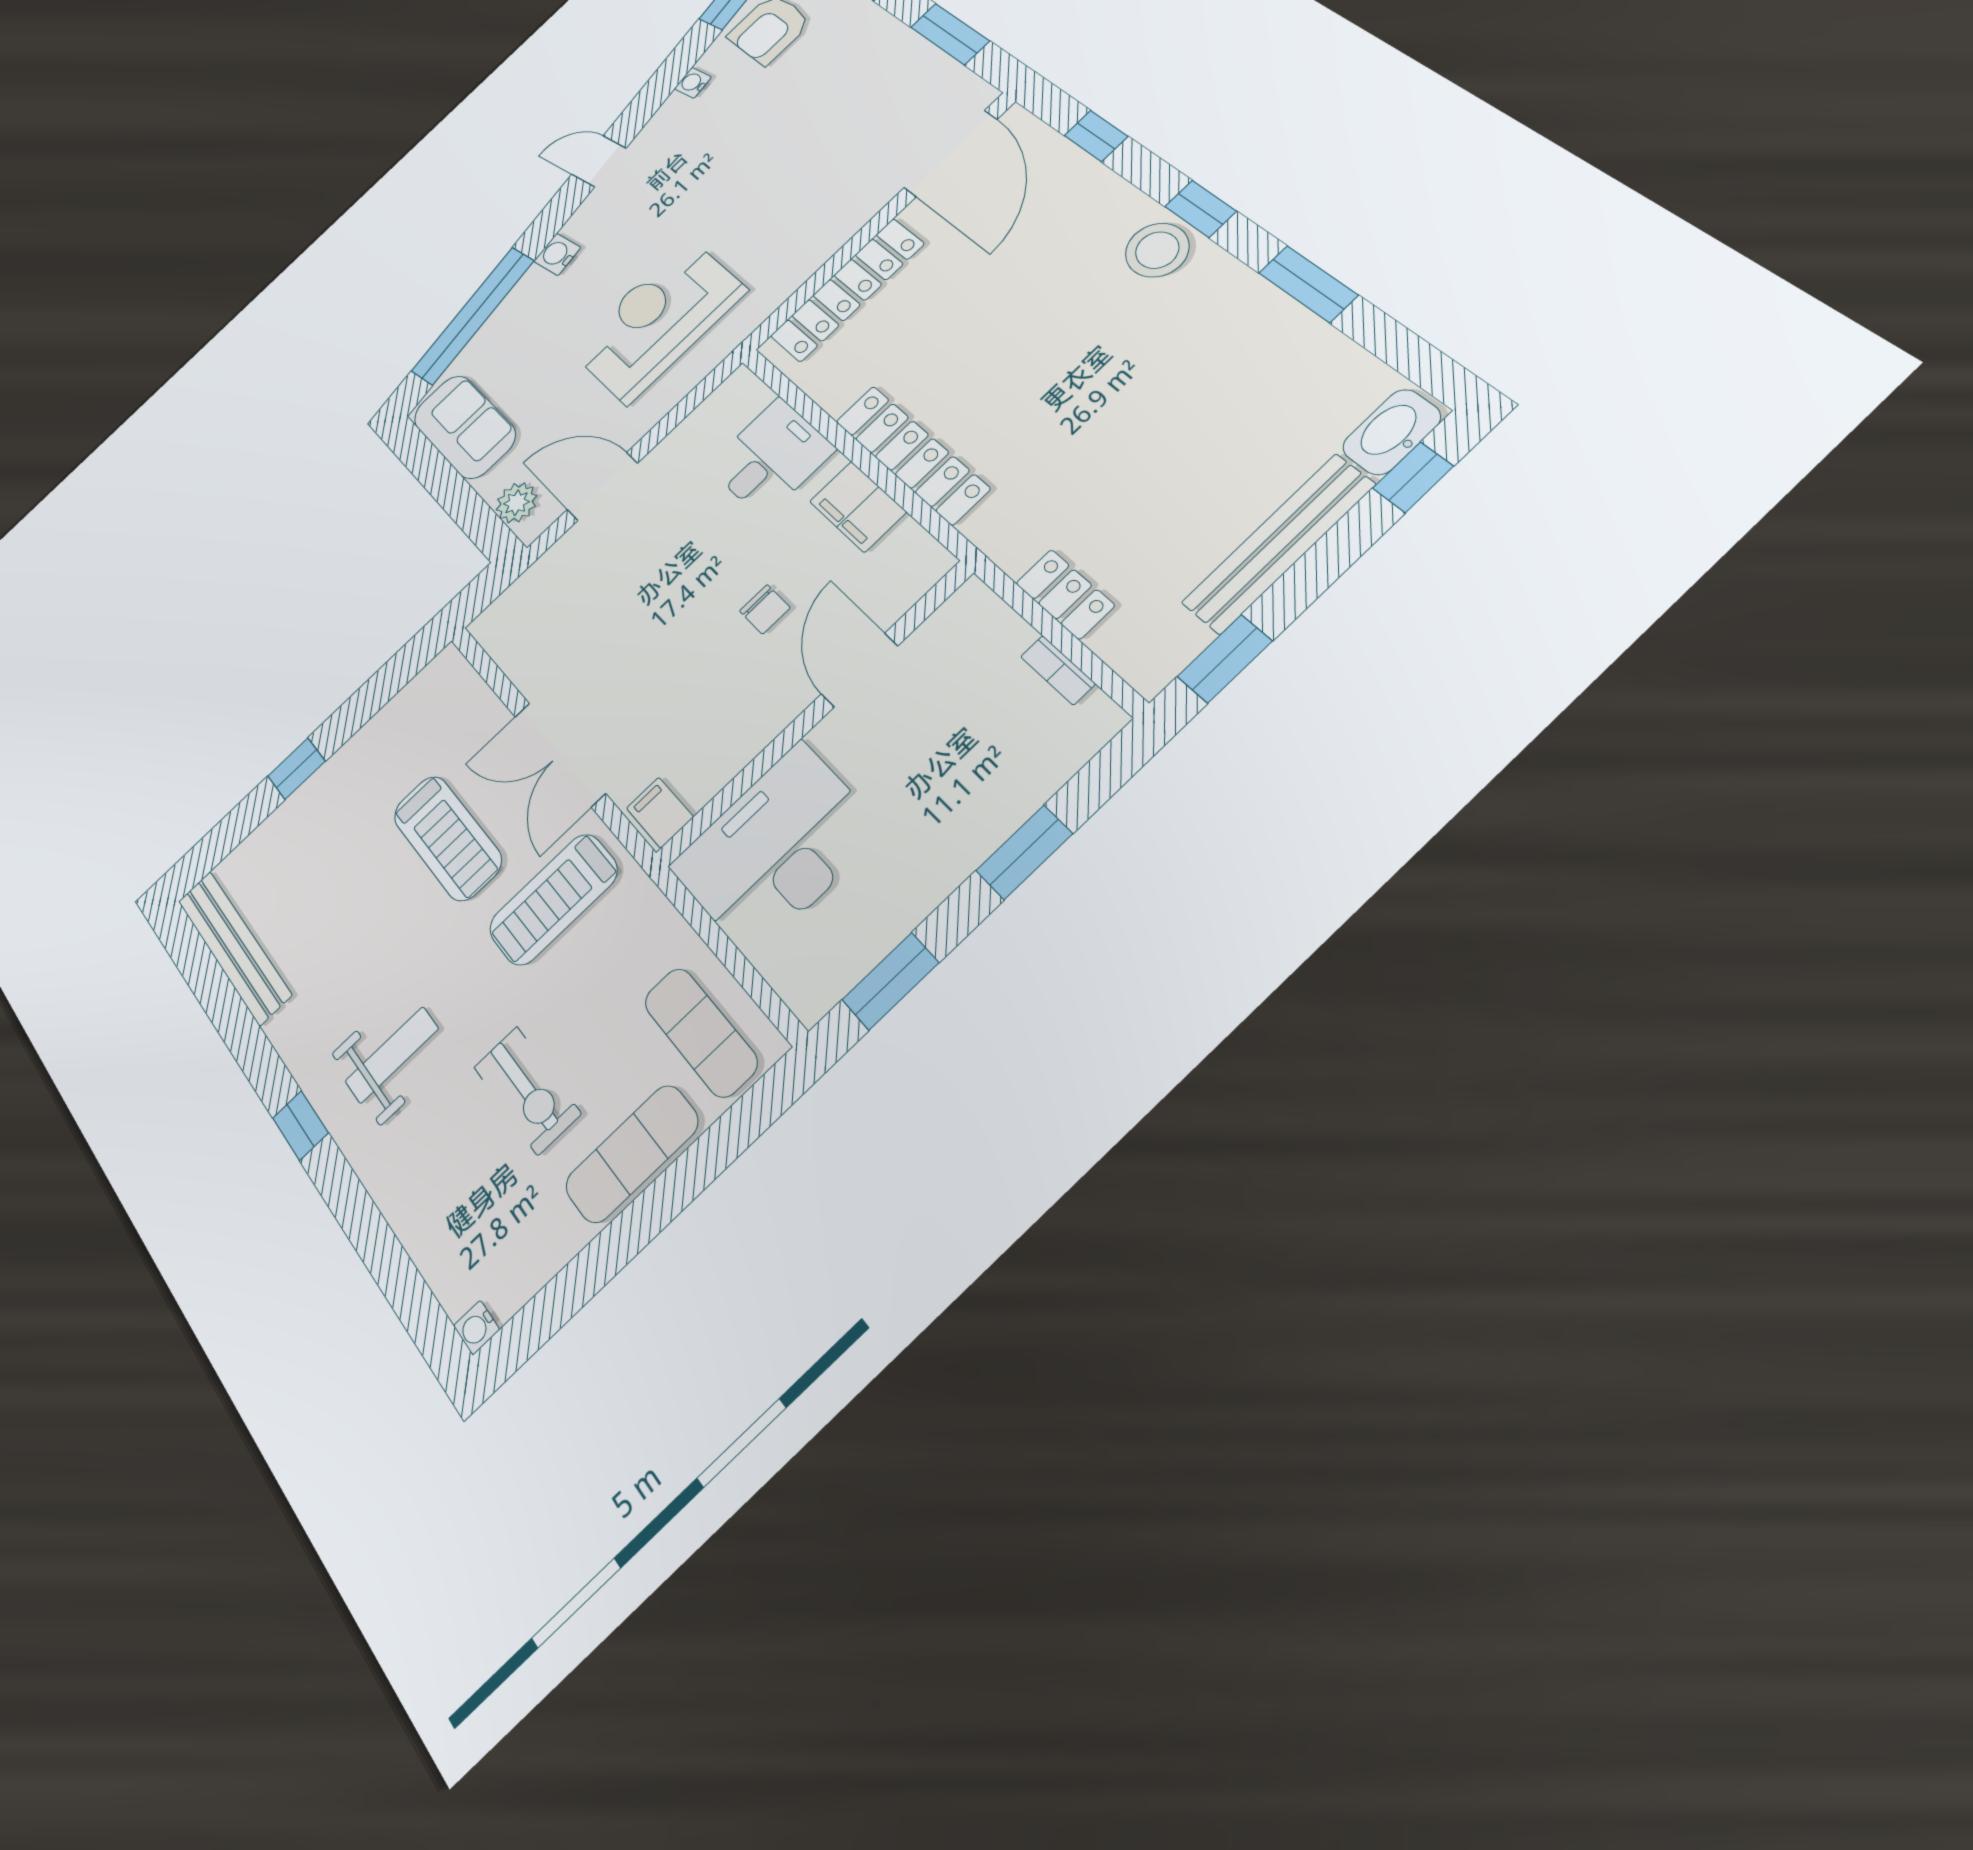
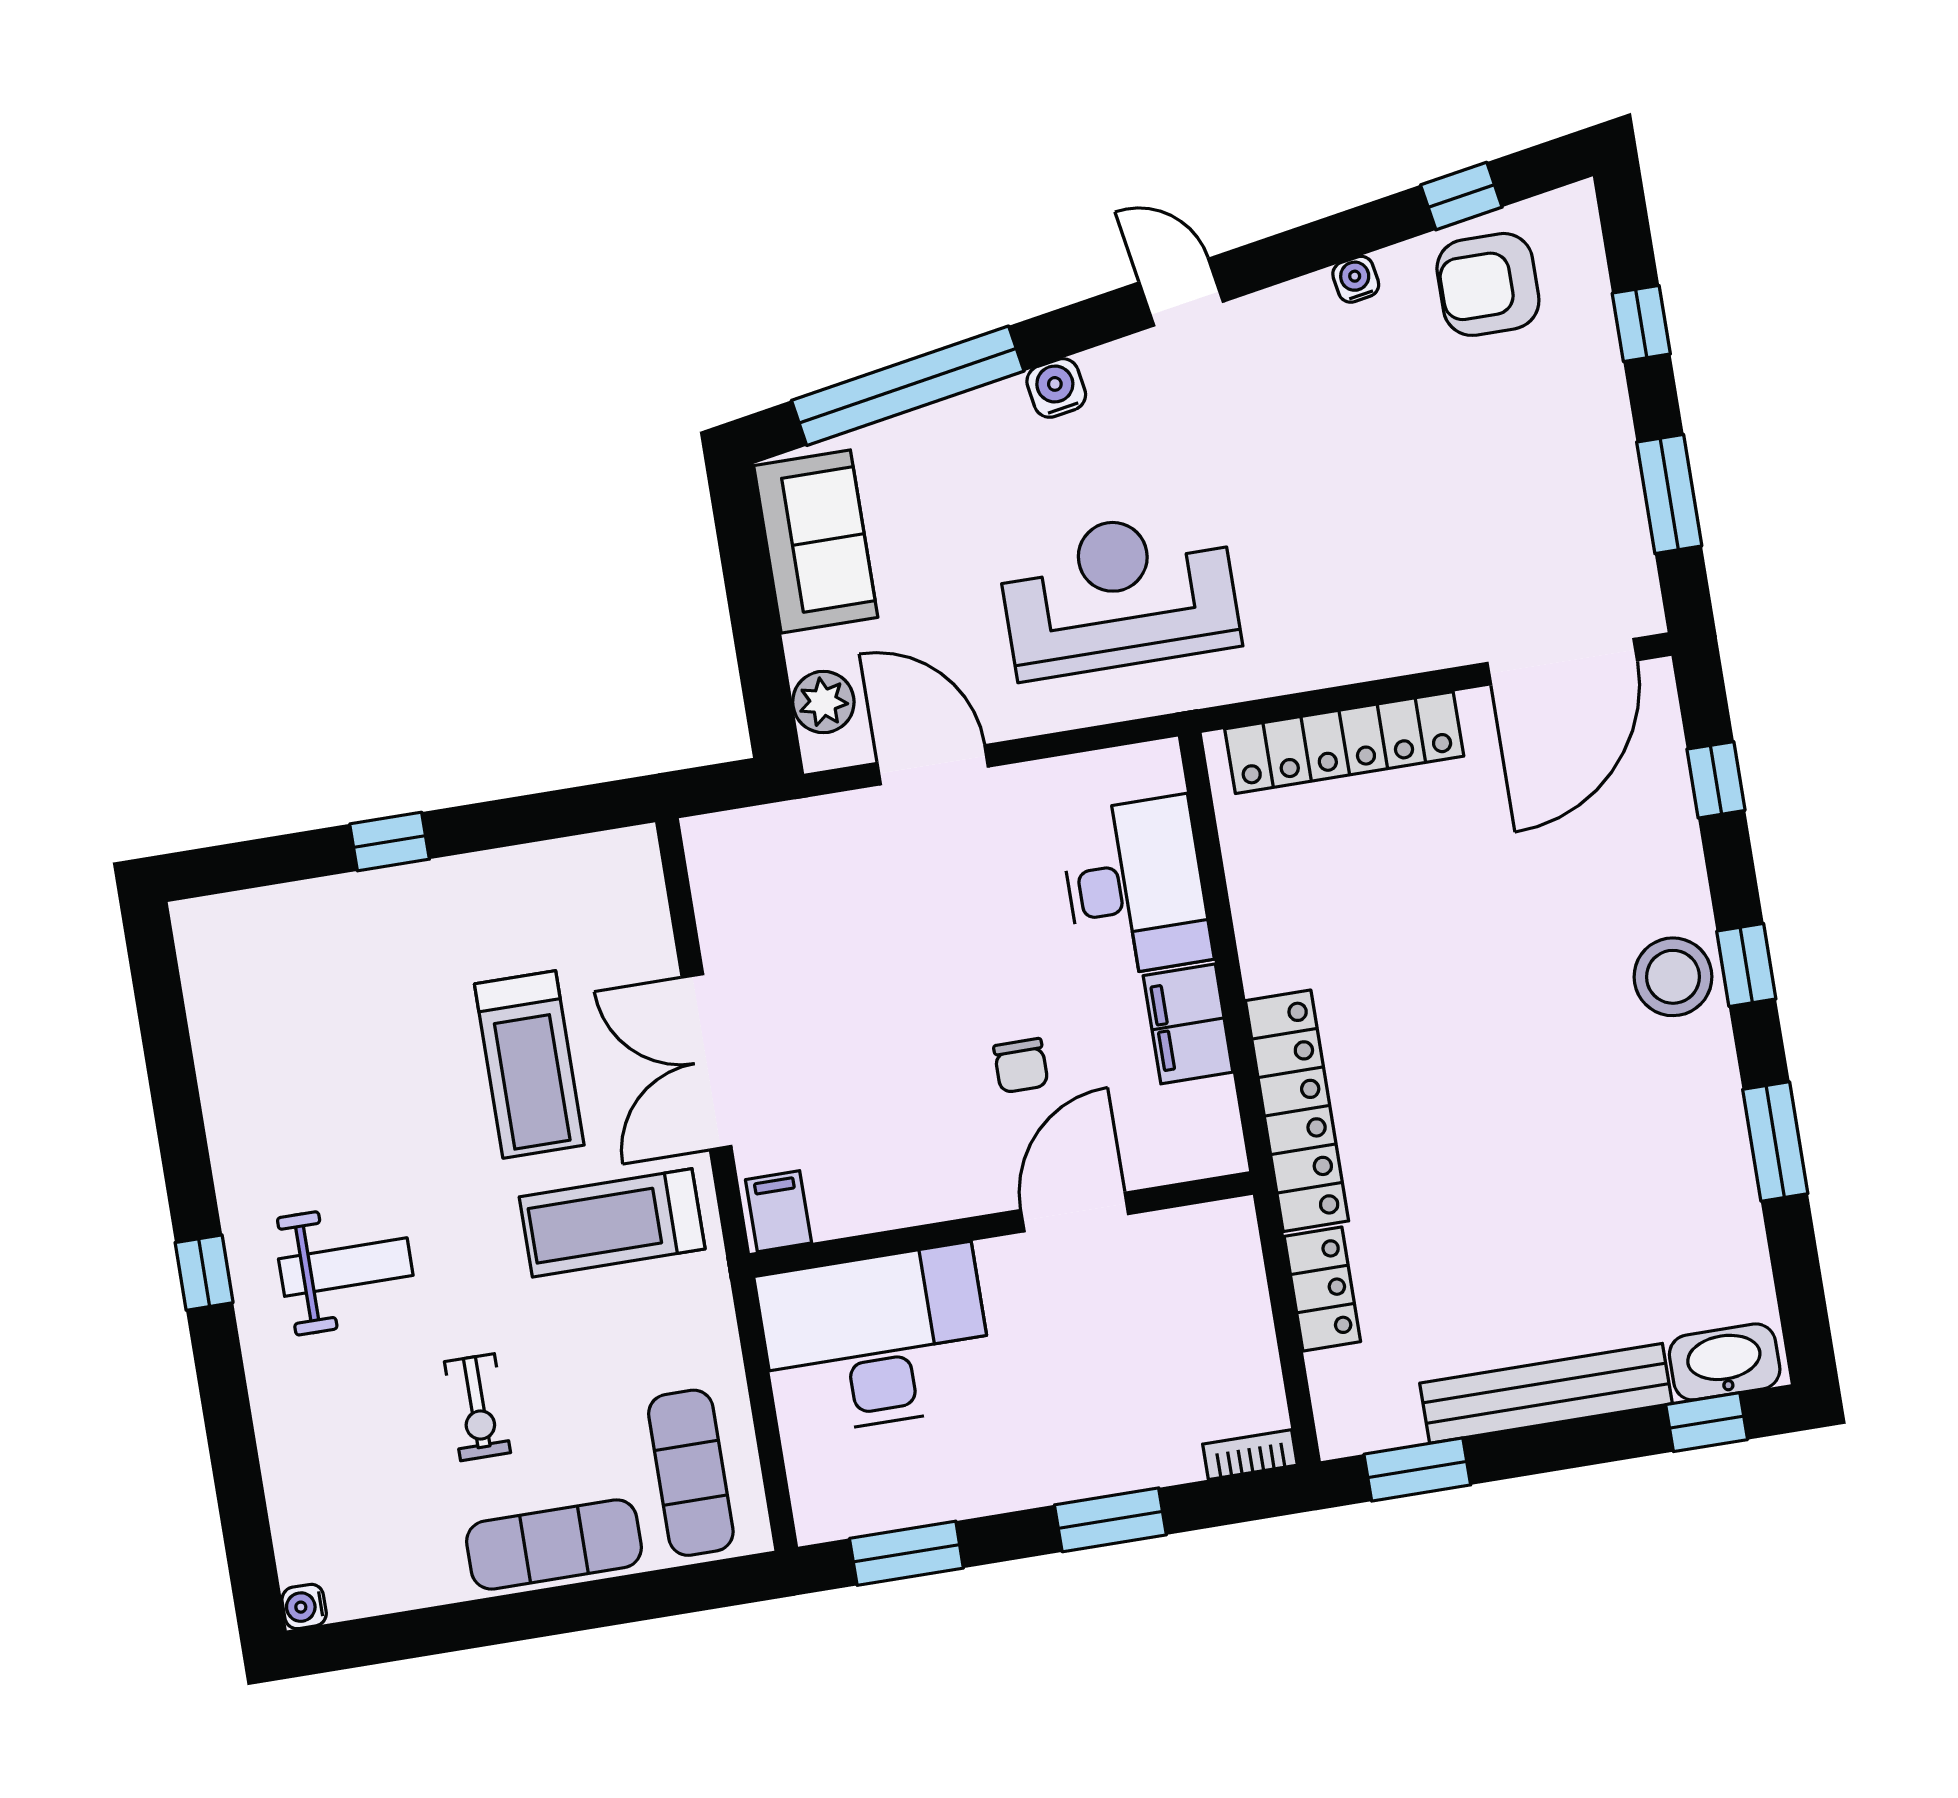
locker: (912, 455) -> (1297, 1111), moved
desk: (771, 458) -> (1136, 887), width x1.37
bookcase: (1058, 670) -> (1250, 1455), moved, turned 90
bench: (234, 947) -> (214, 1010), removed
exercise bike: (527, 1090) -> (478, 1407), width x0.73, depth x0.72

